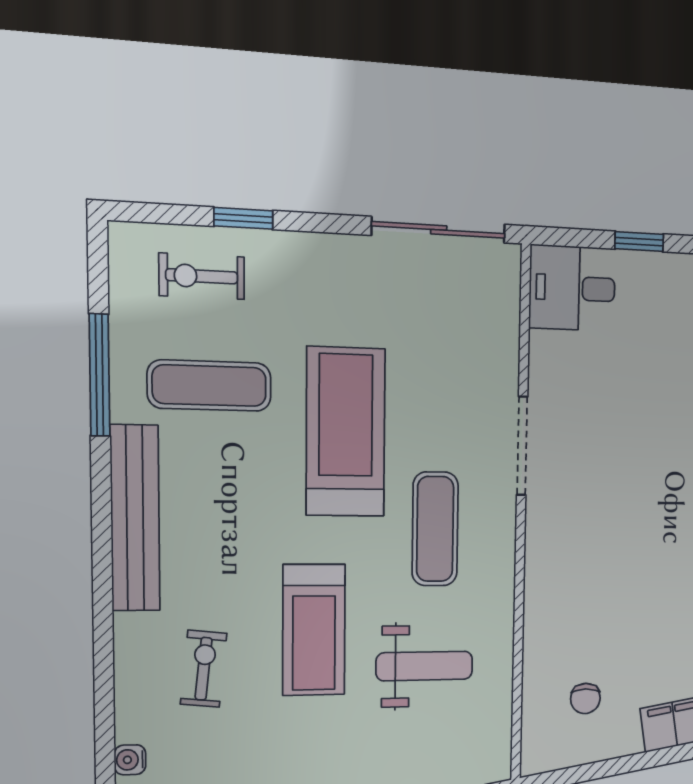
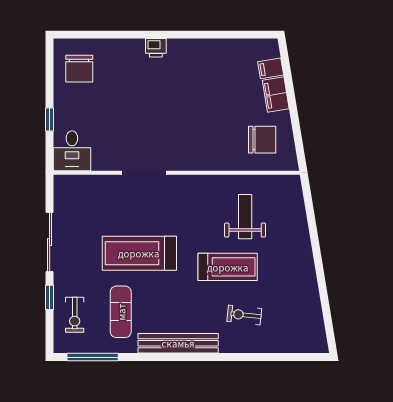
sliding door: (439, 230) -> (50, 242), moved
window: (99, 375) -> (93, 357), moved
exercise mat: (435, 529) -> (182, 213), removed
chair: (585, 699) -> (262, 140), width x1.87, depth x1.87
water cooler: (130, 760) -> (284, 347), removed

